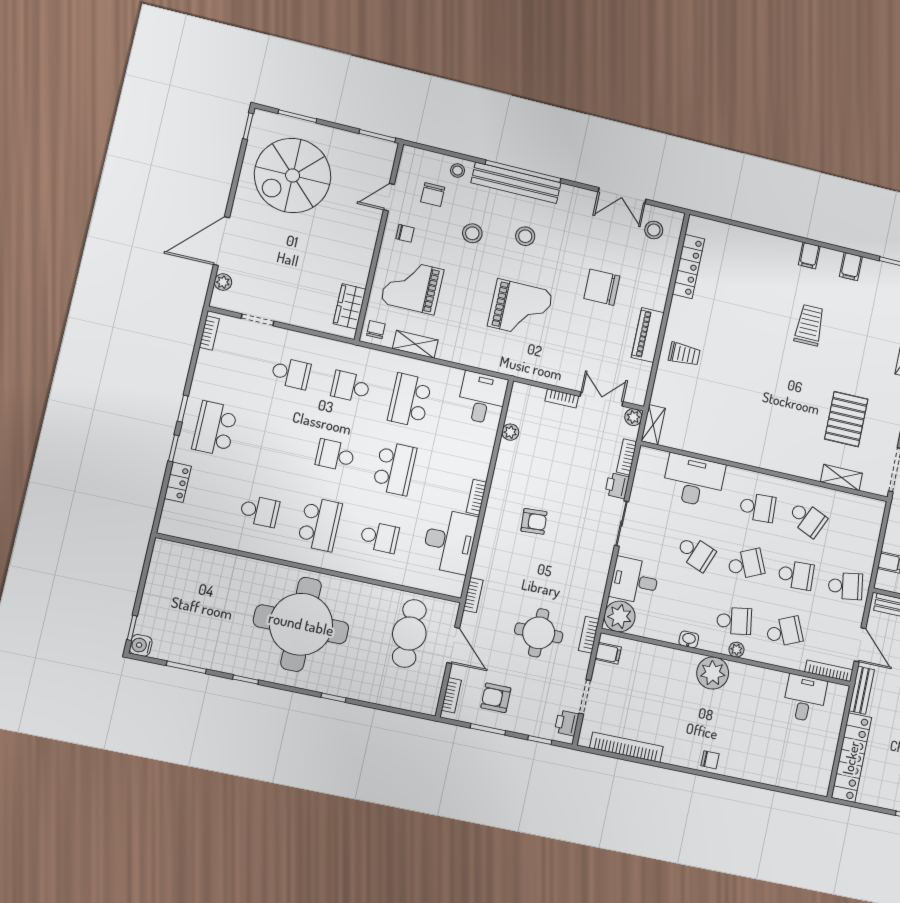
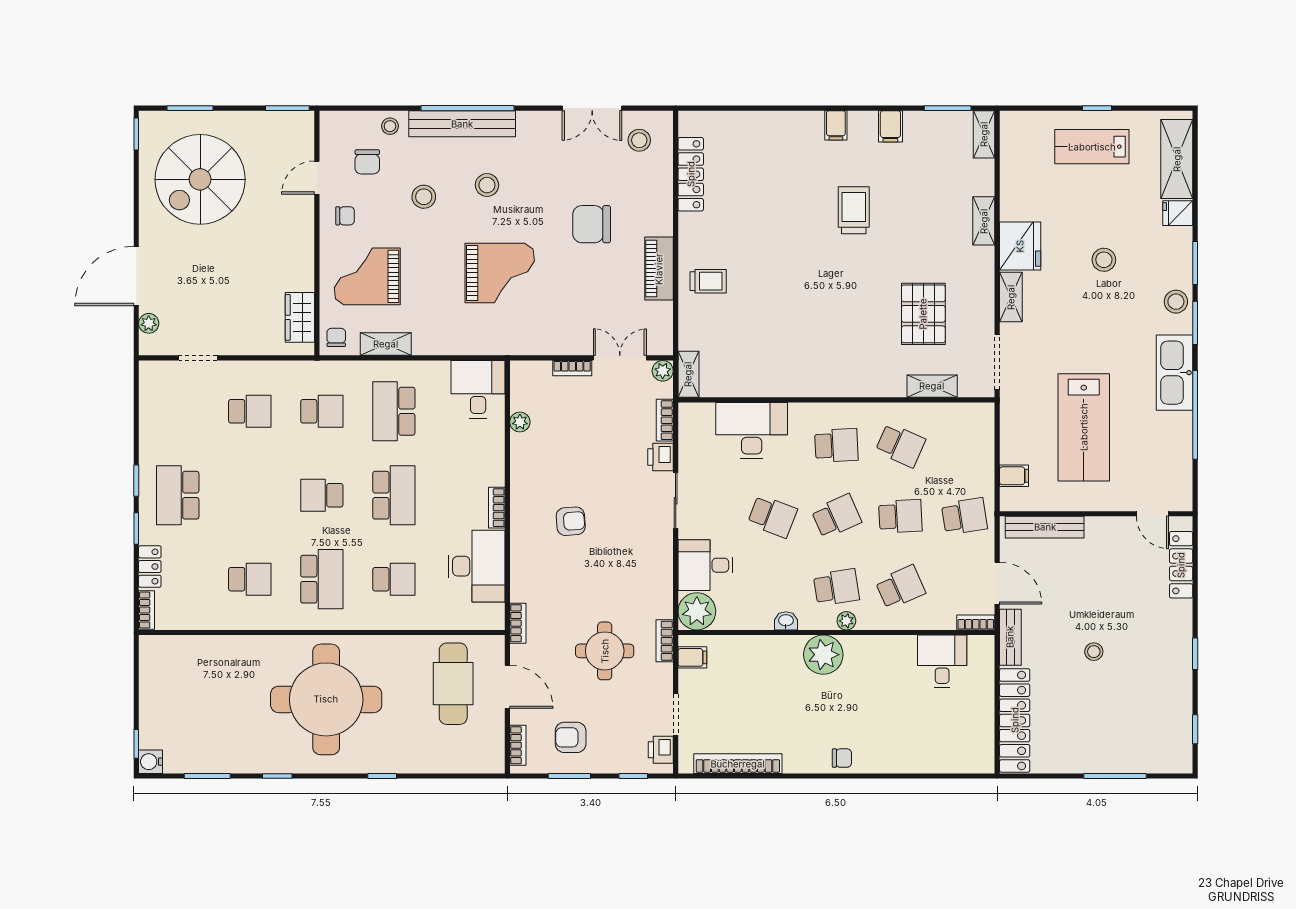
bookcase: (209, 333) -> (147, 610), moved
school desk: (351, 387) -> (322, 411), turned 180
bookcase: (829, 671) -> (976, 622), width x0.64

